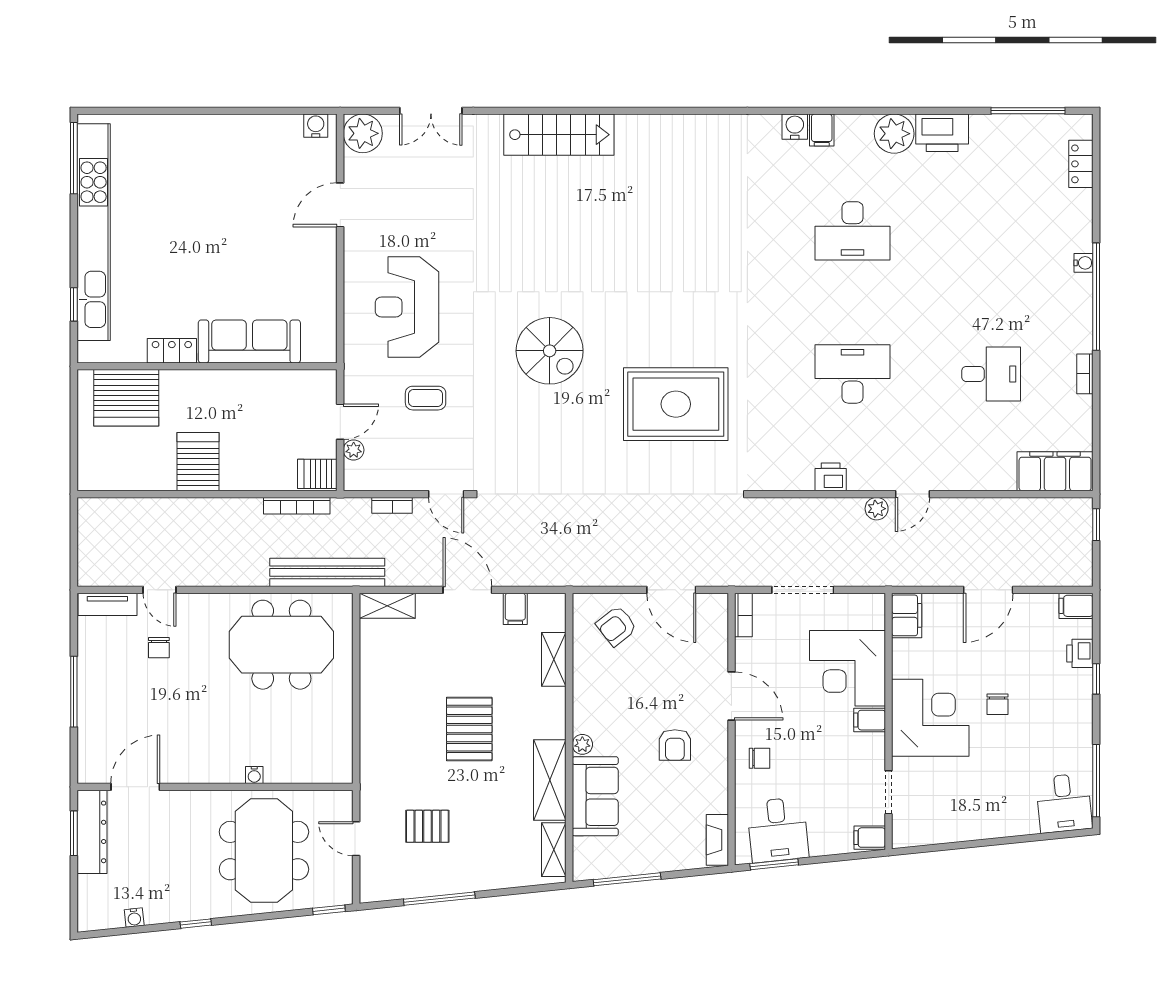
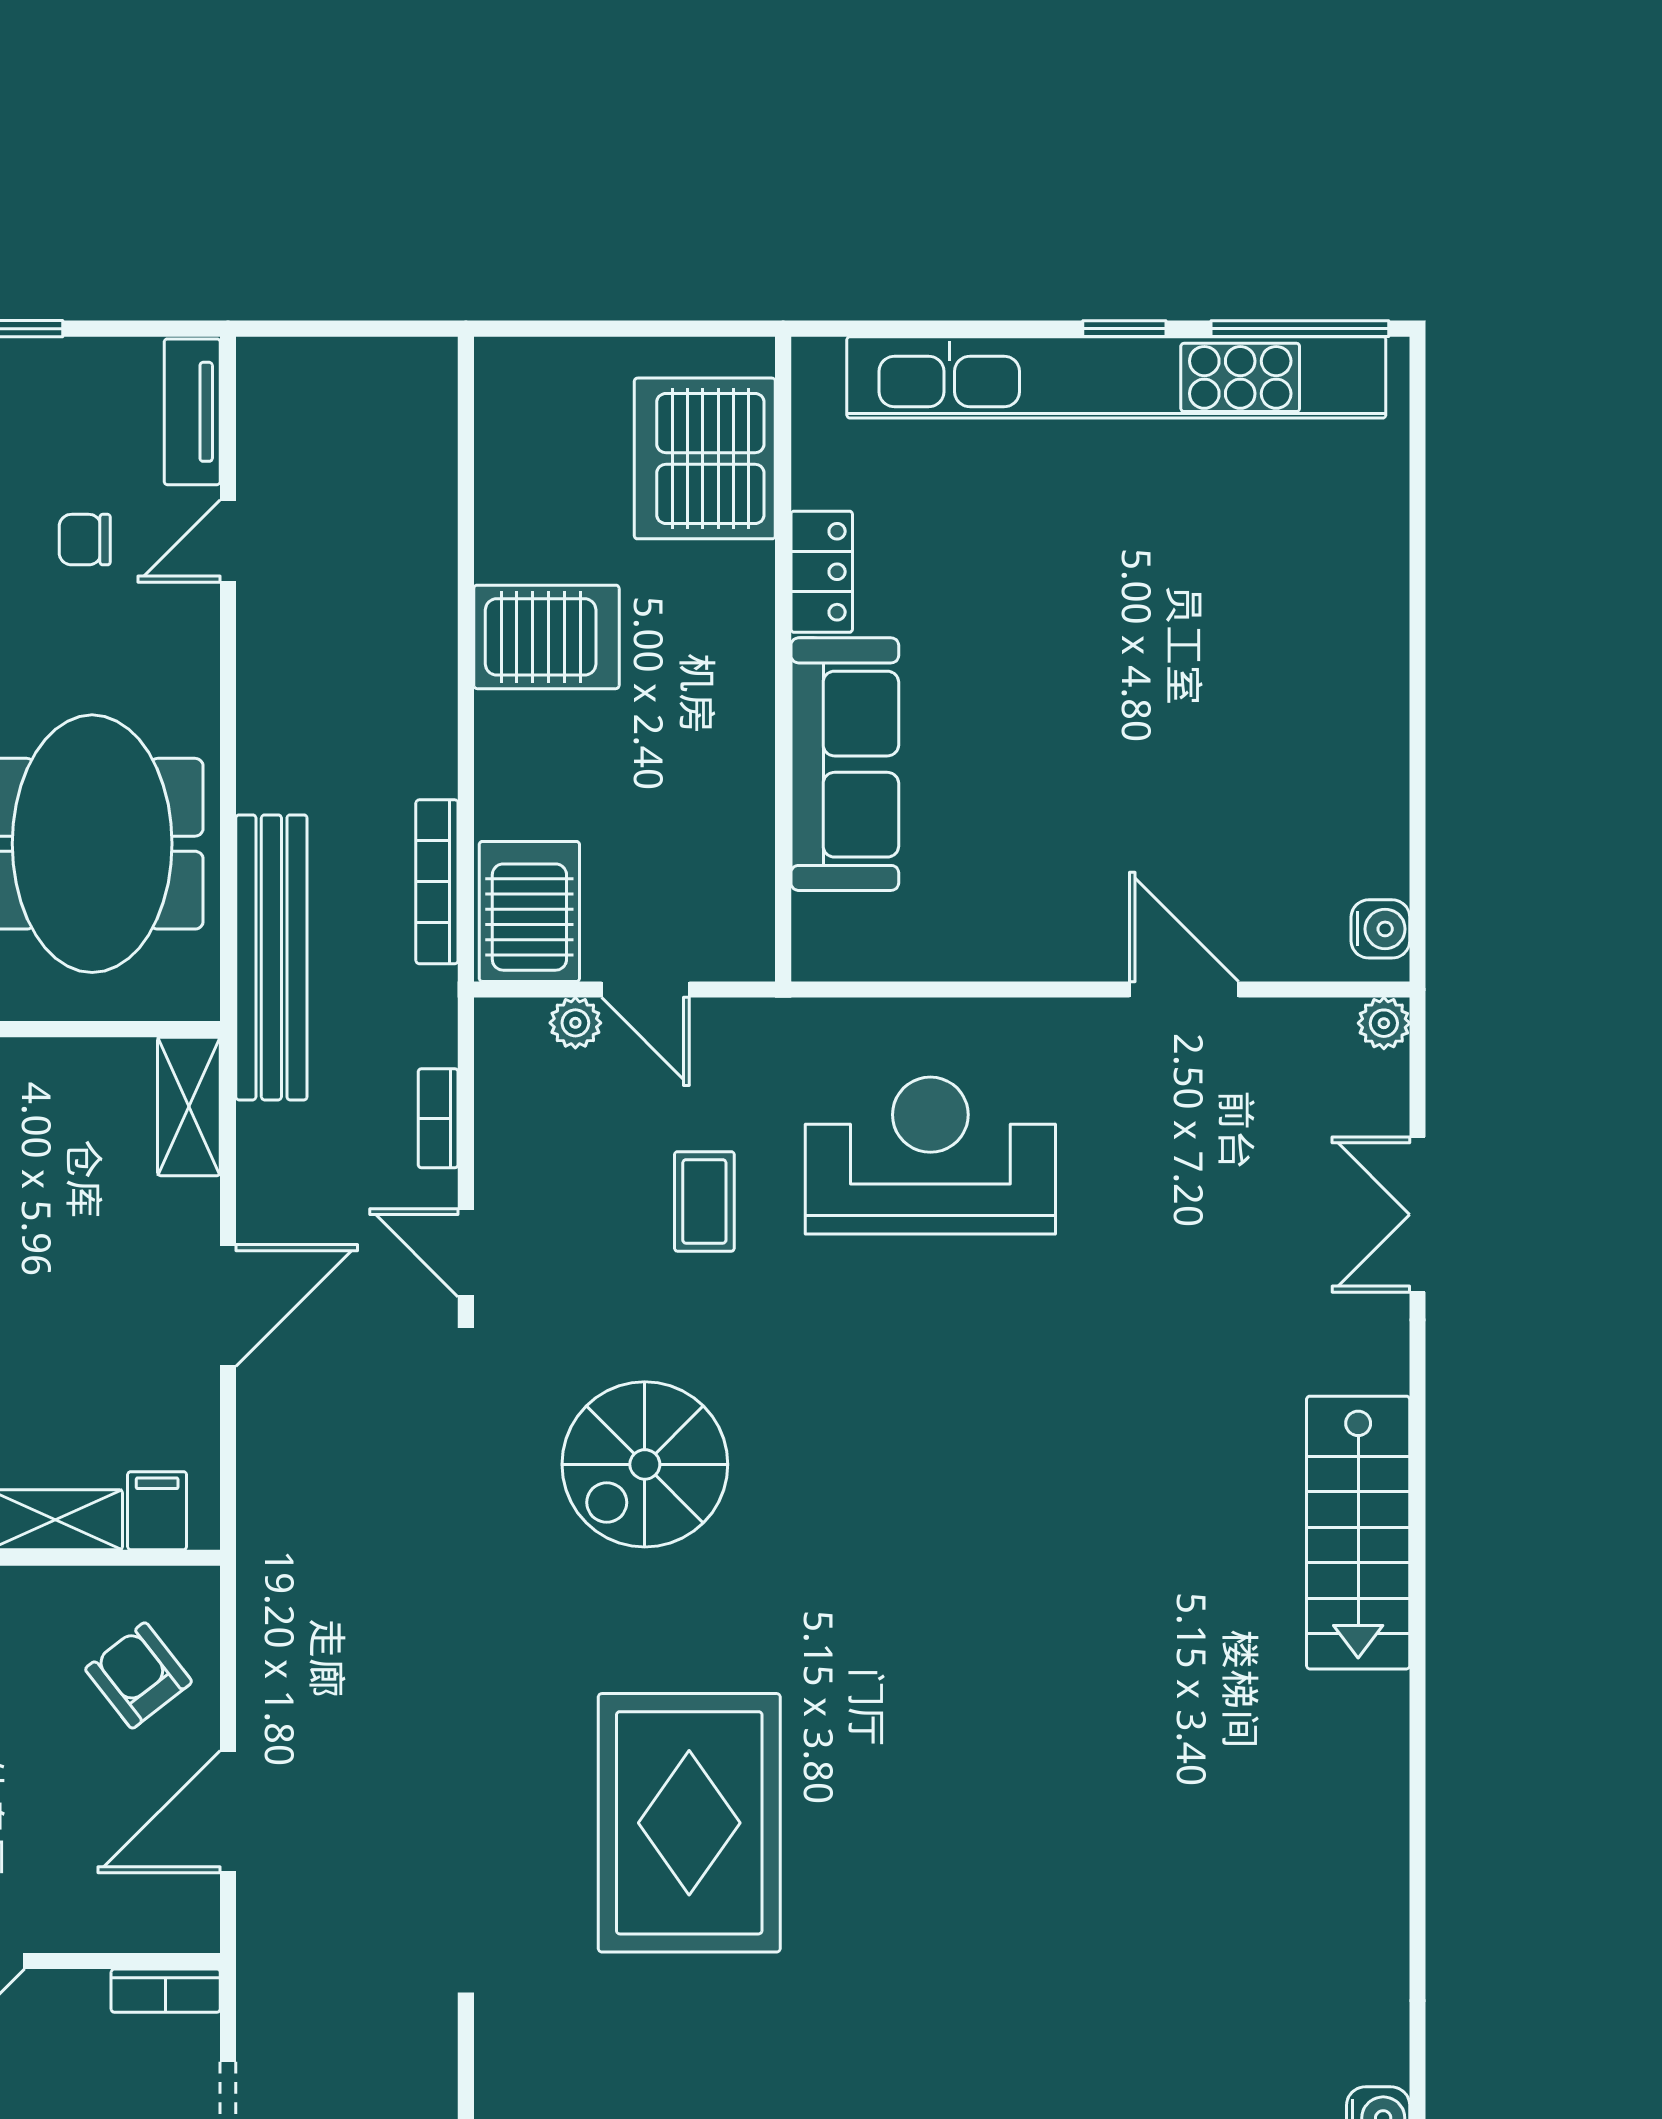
plant: (363, 133) -> (1384, 1023), width x0.53, depth x0.53
window: (74, 304) -> (1124, 329), moved
spiral stairs: (550, 351) -> (645, 1464), moved
server rack: (317, 474) -> (529, 911), width x1.36, depth x1.44
door: (446, 494) -> (466, 1253), hinge flipped
filing cabinet: (515, 609) -> (157, 1511), moved, turned 90

